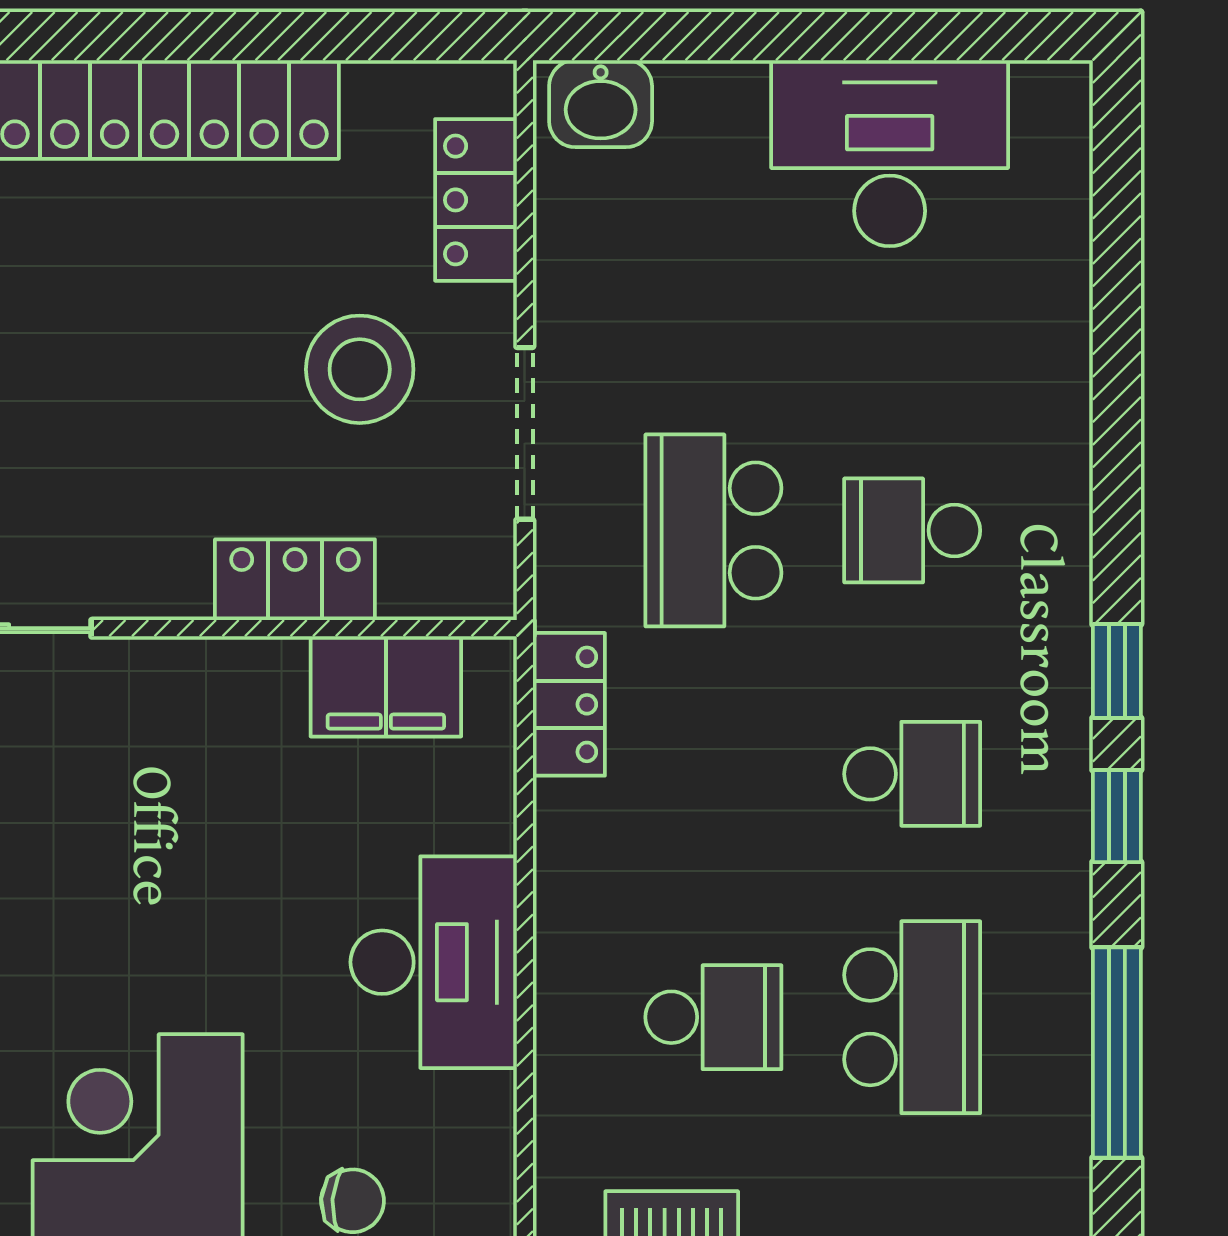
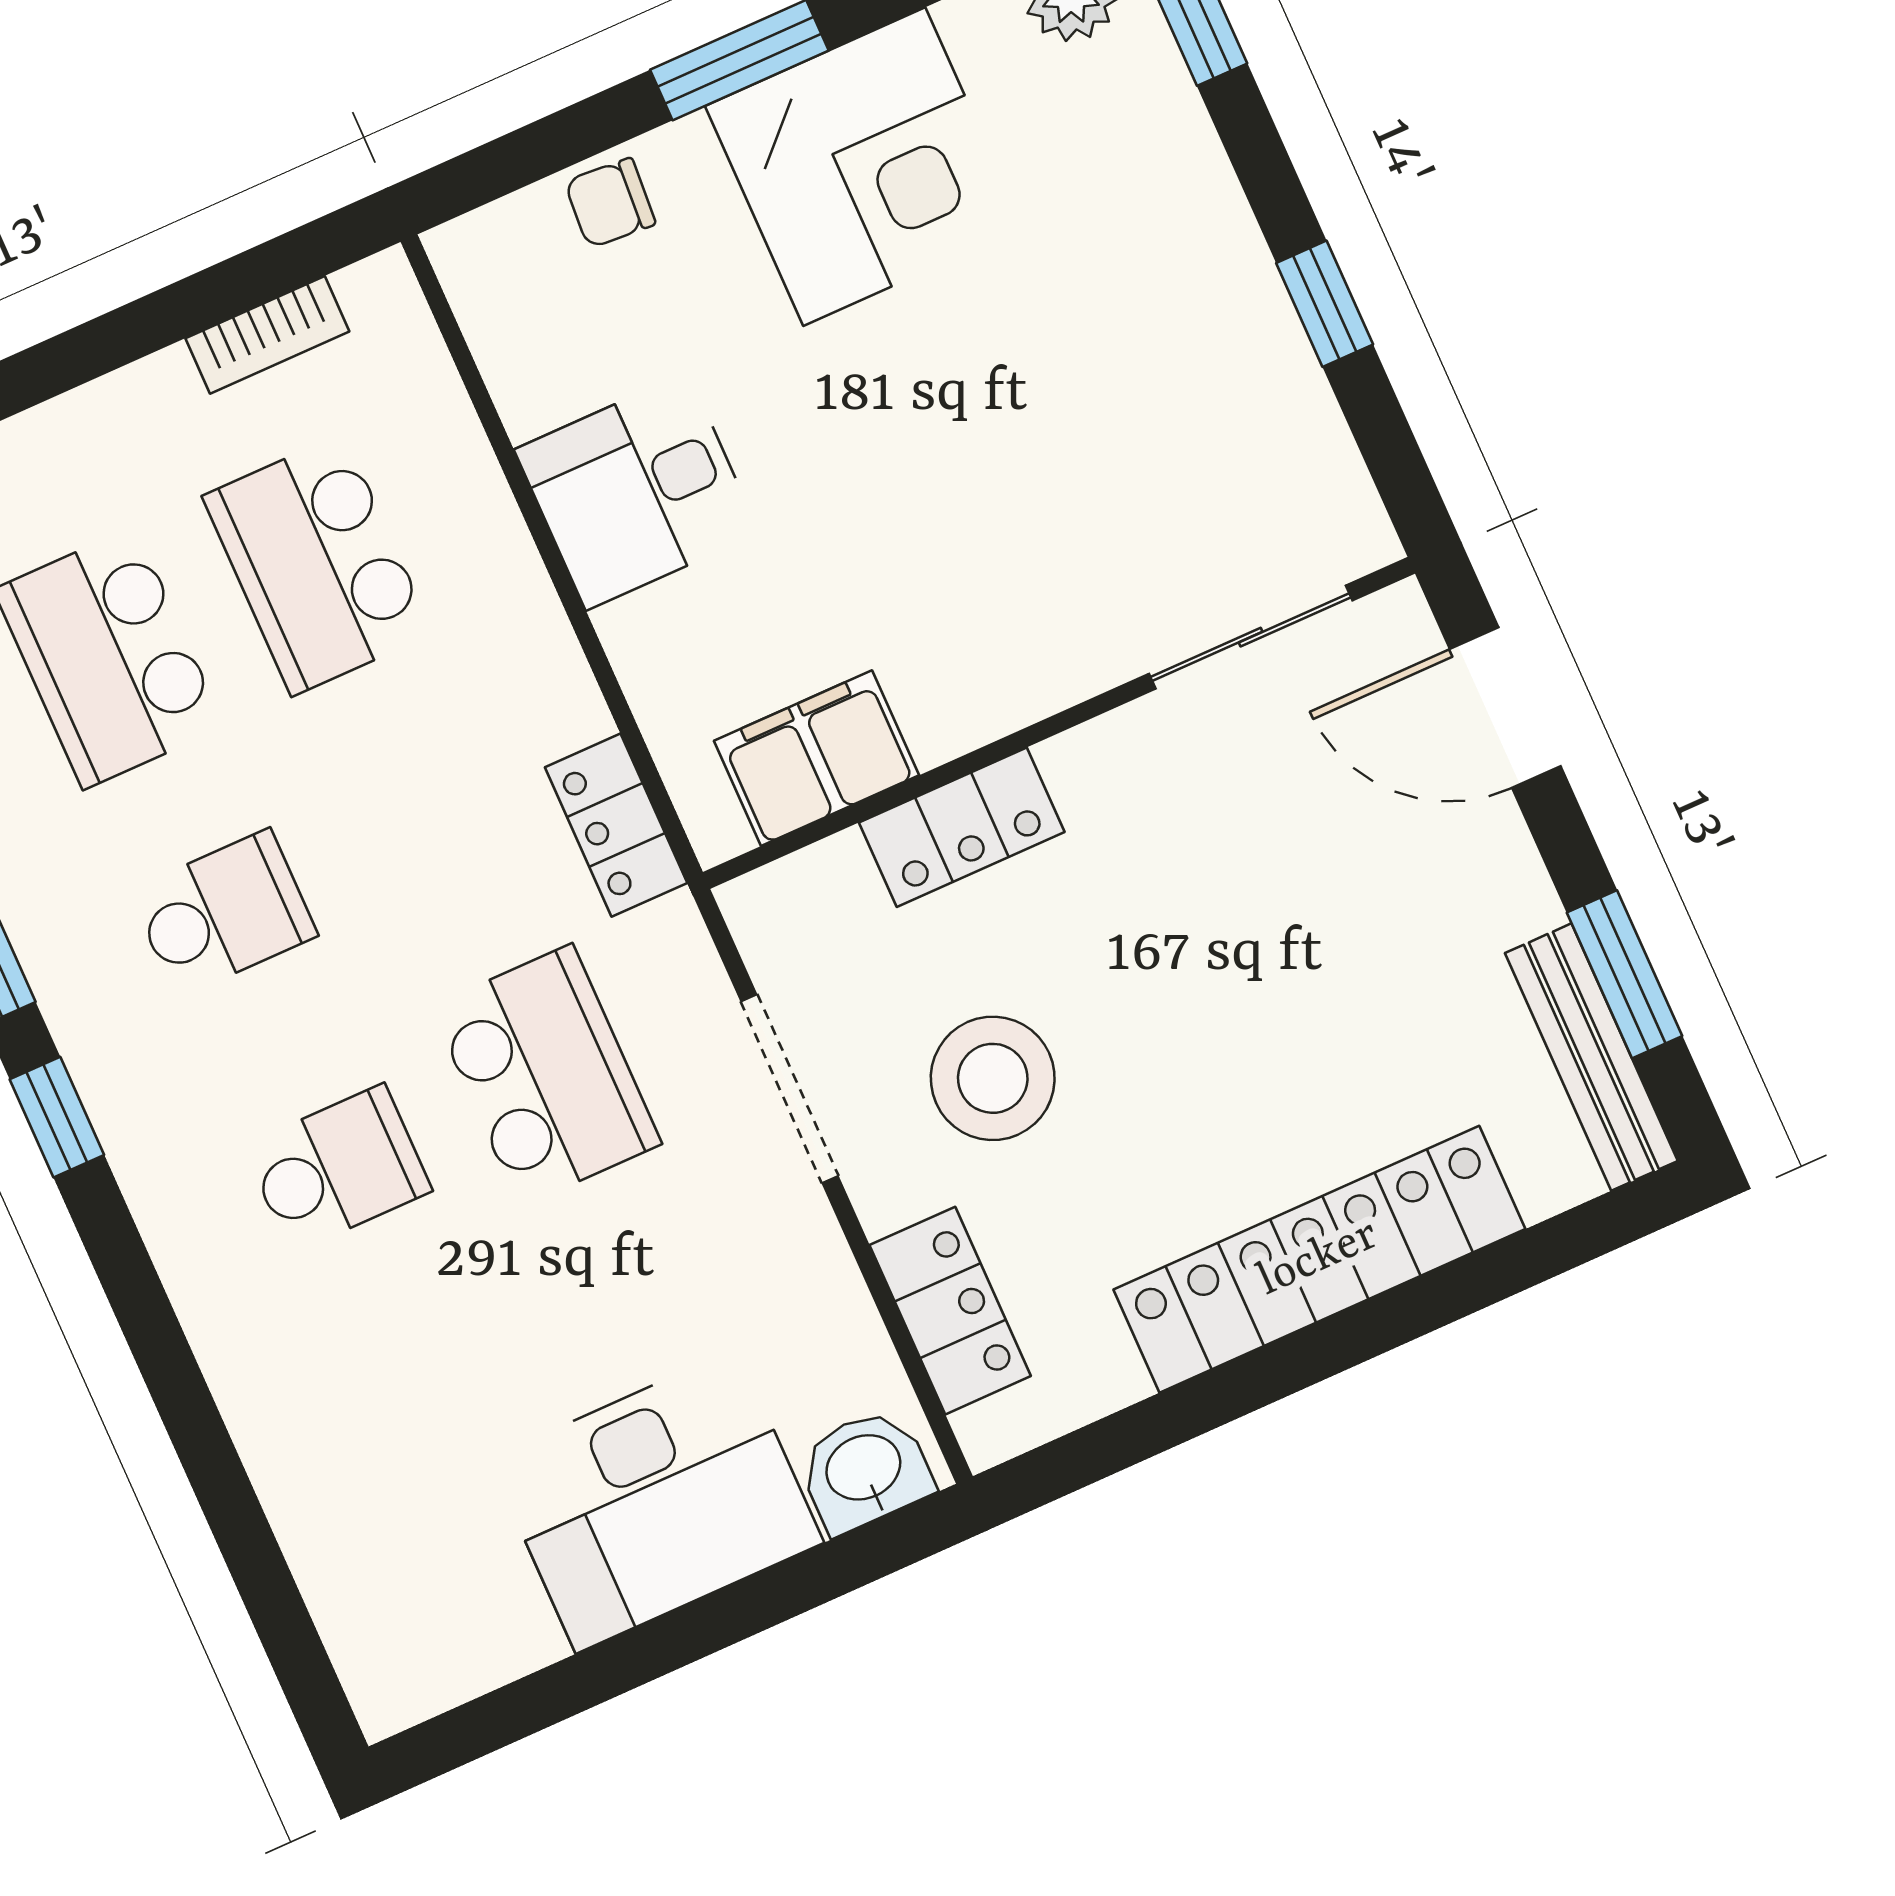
desk: (890, 153) -> (656, 1501), moved
school desk: (912, 774) -> (223, 913), turned 180
desk: (434, 962) -> (637, 491), width x0.73
school desk: (713, 1017) -> (318, 565), width x1.85

